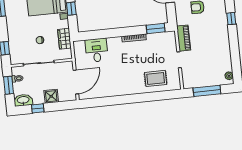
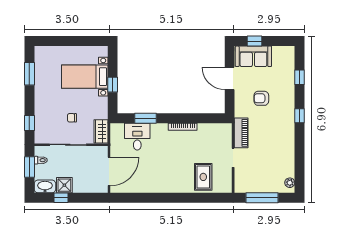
window: (156, 29) -> (146, 118), moved
wardrobe: (64, 39) -> (101, 131), moved
rug: (156, 78) -> (203, 177), turned 90
shower: (51, 96) -> (64, 185), moved

